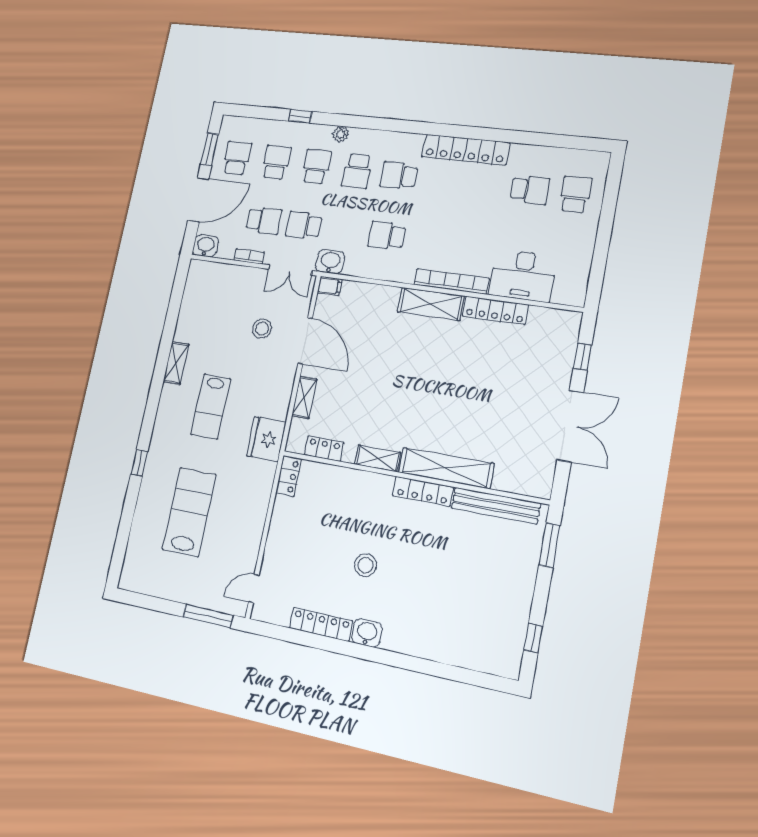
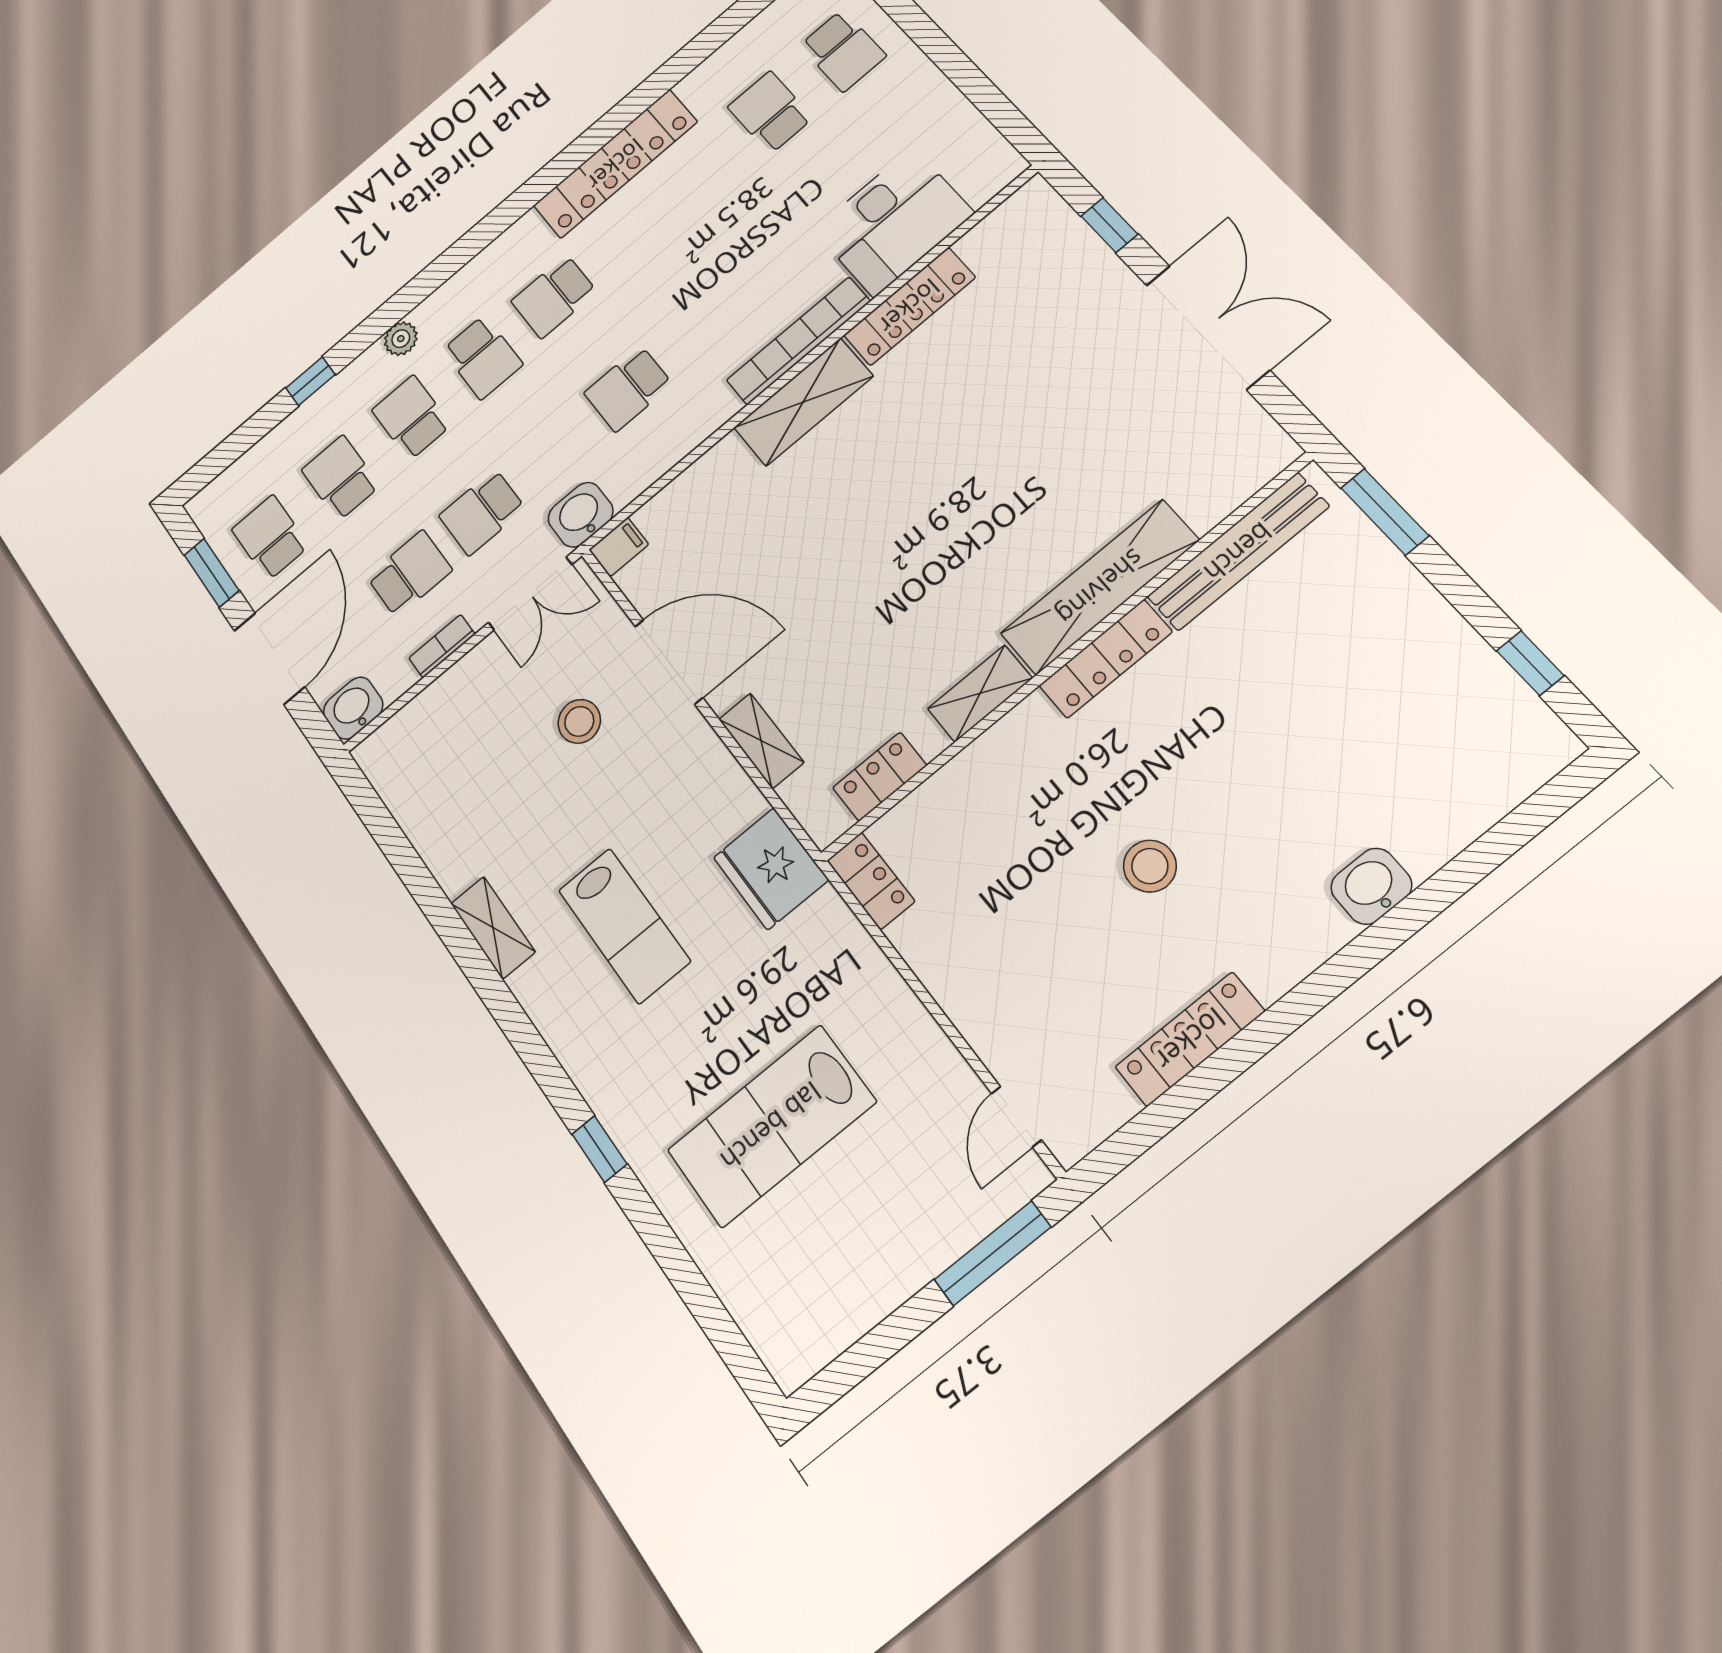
school desk: (530, 190) -> (770, 112), turned -90
school desk: (575, 195) -> (843, 51), turned 180
lab bench: (189, 512) -> (771, 1126), turned -90
washbasin: (367, 633) -> (1371, 886), moved

